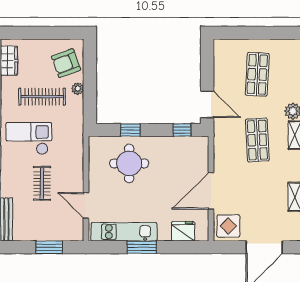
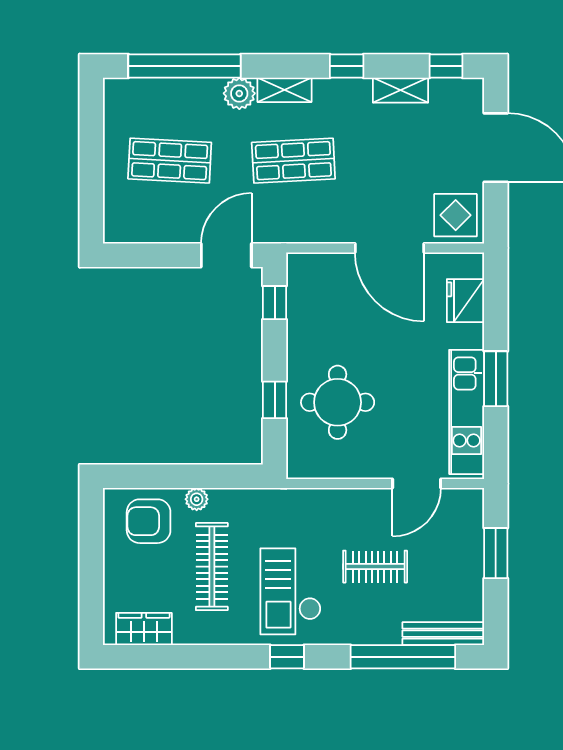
armchair: (66, 63) -> (149, 521), turned 110

